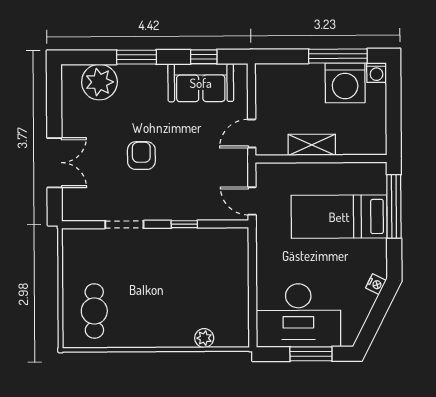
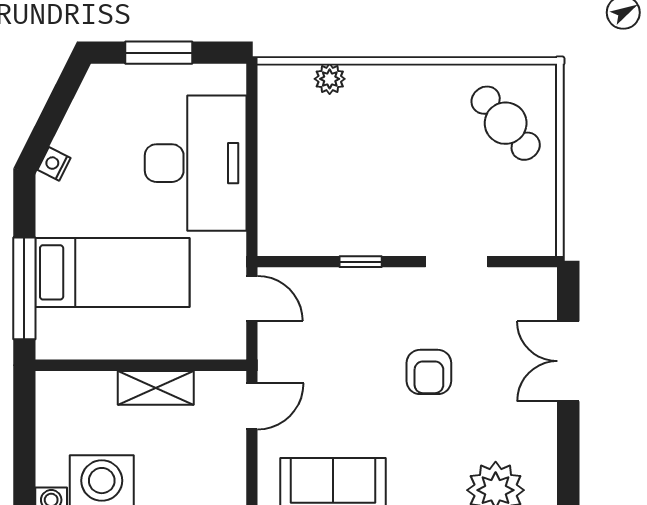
cafe table: (94, 311) -> (506, 123), turned -41
desk: (298, 315) -> (196, 163), moved, turned 90

